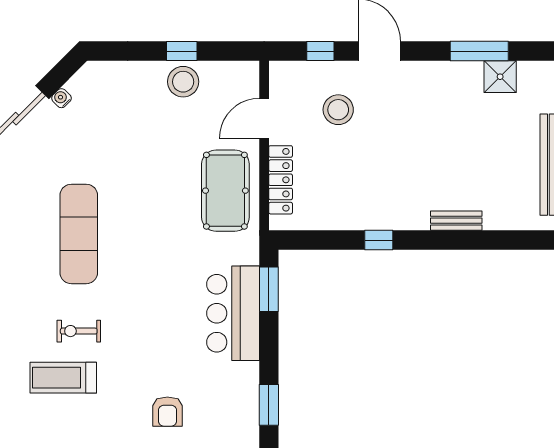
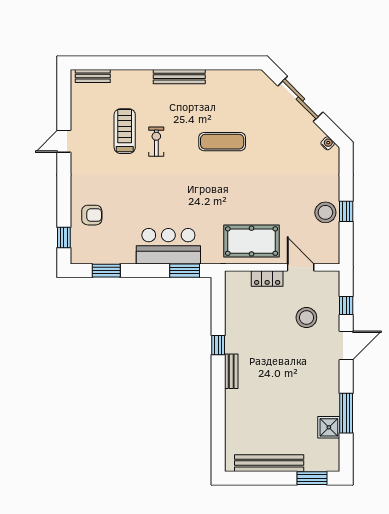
water cooler: (61, 98) -> (328, 143), moved
locker: (281, 180) -> (267, 278), width x0.66
bench: (456, 221) -> (231, 371), moved
exercise mat: (79, 234) -> (222, 142), width x0.73, depth x0.69
armchair: (167, 412) -> (92, 215), moved, turned 180

